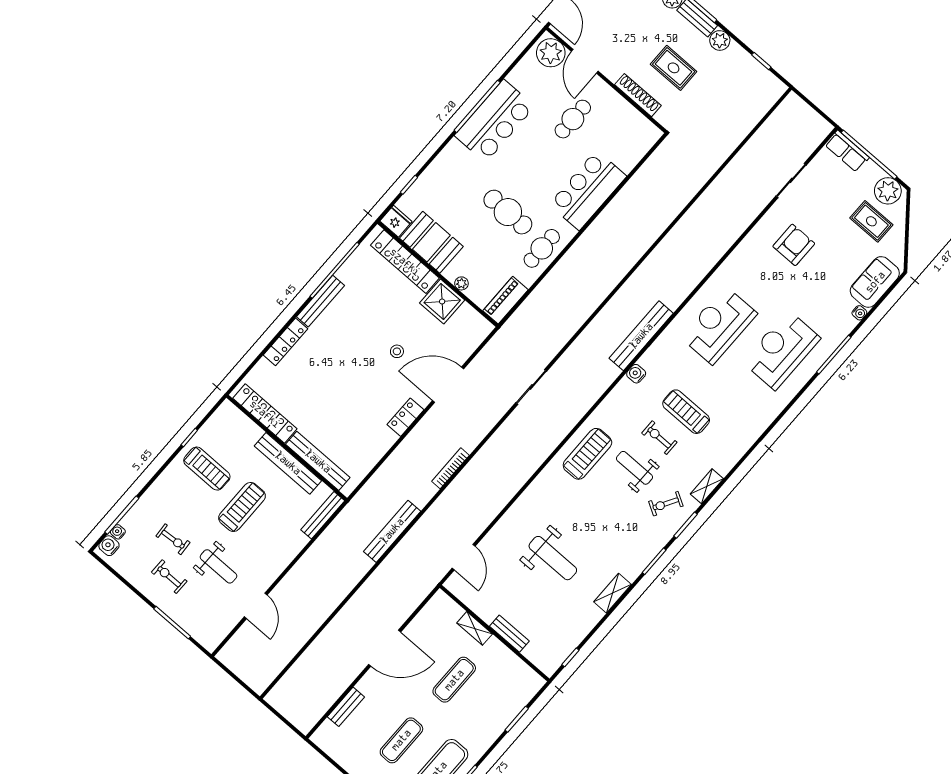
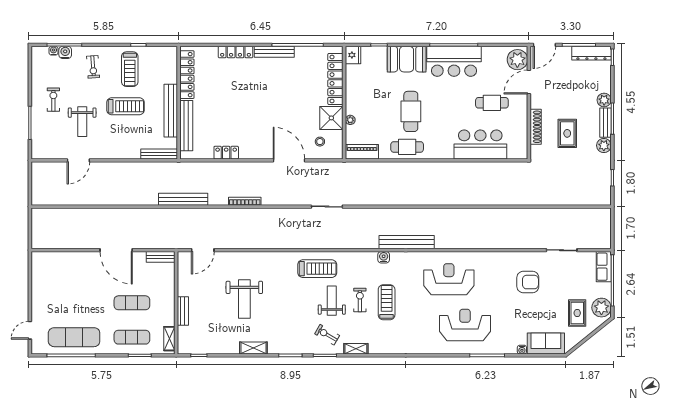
bar counter: (588, 190) -> (480, 145), moved
booth: (431, 242) -> (407, 59), moved, turned 90
stool: (397, 351) -> (320, 142), moved
locker: (405, 417) -> (226, 153), moved
exercise bike: (173, 539) -> (93, 67), moved
water cooler: (109, 546) -> (65, 52), moved
shelving: (475, 628) -> (169, 339), moved
bench: (346, 707) -> (161, 257), moved
exercise mat: (401, 740) -> (132, 337), moved

